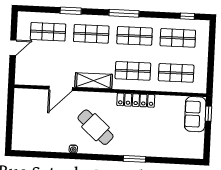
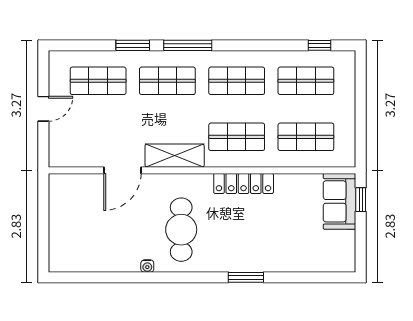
window: (124, 13) -> (188, 45), moved
cafe table: (96, 127) -> (181, 230), turned 48

